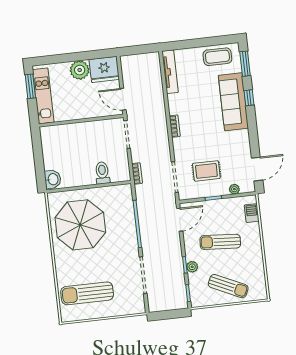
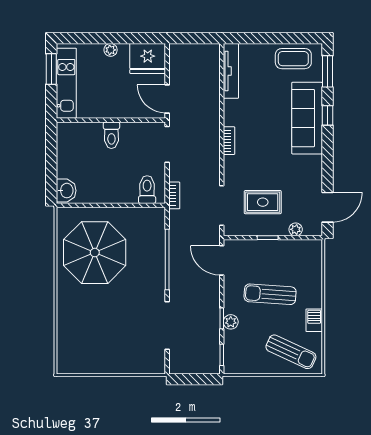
plant: (80, 70) -> (111, 50), width x0.53, depth x0.53
toilet: (83, 132) -> (111, 135), added
toilet: (102, 173) -> (147, 190), moved
barbecue: (252, 213) -> (314, 320), moved
door: (180, 220) -> (222, 260), swing flipped
sun lounger: (228, 286) -> (291, 352), moved
sun lounger: (87, 293) -> (93, 340), removed

